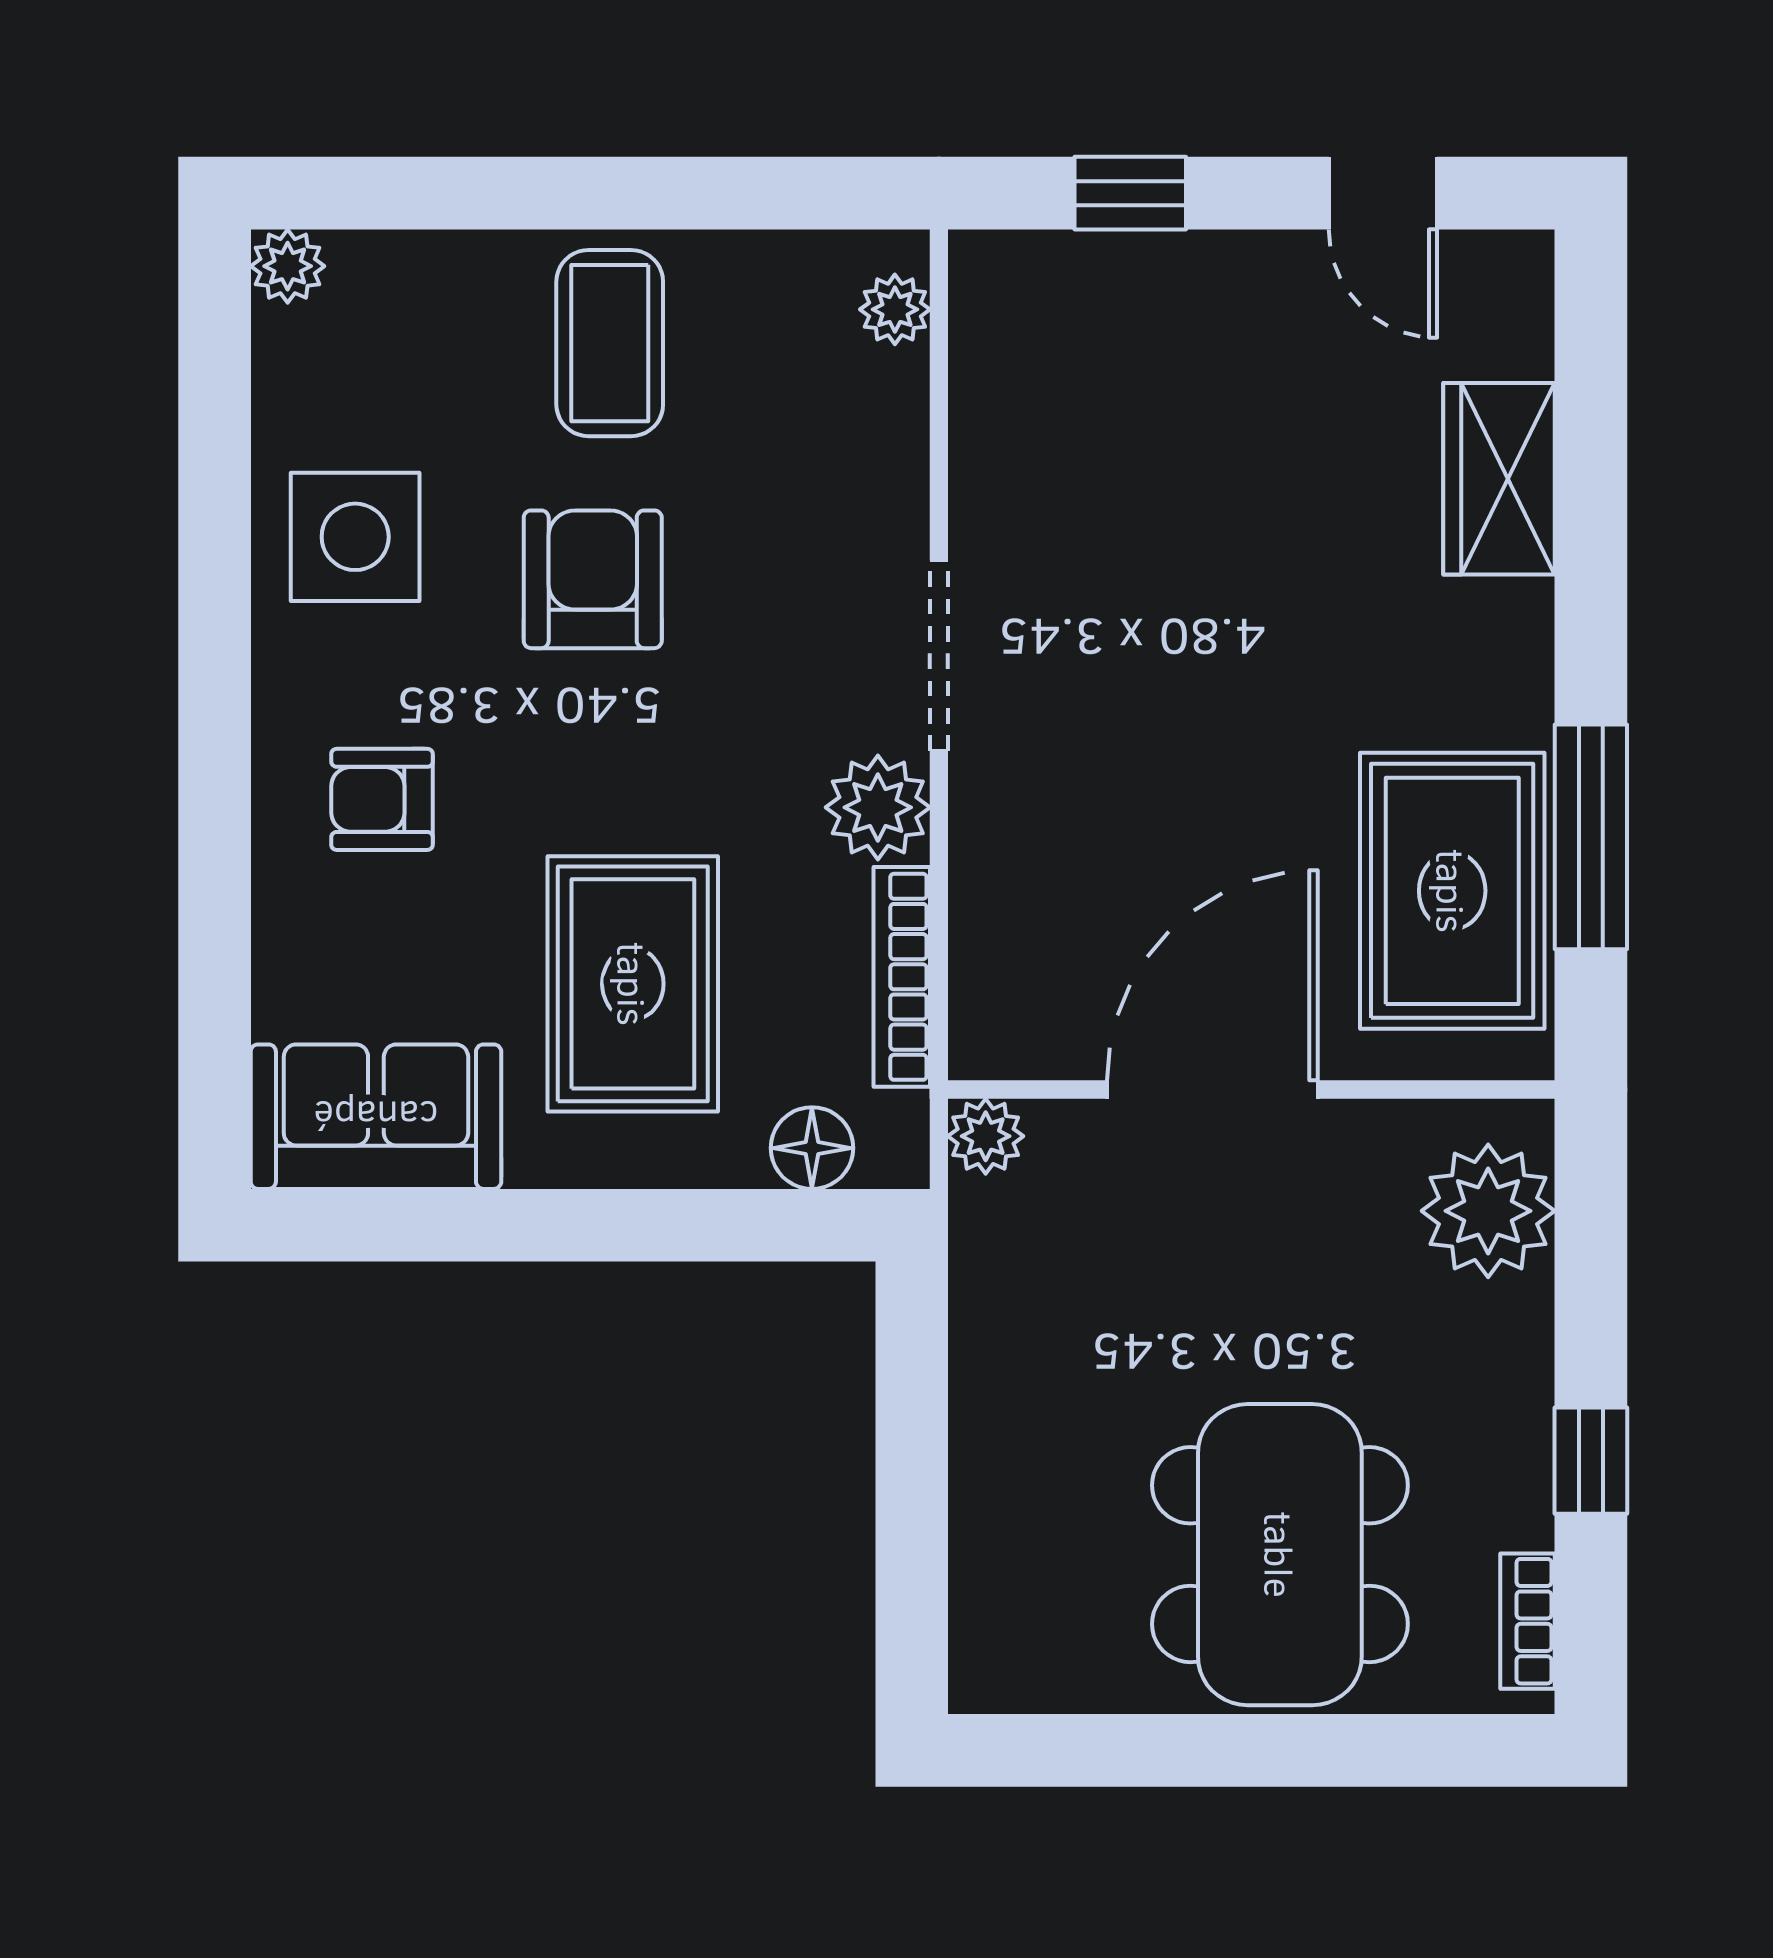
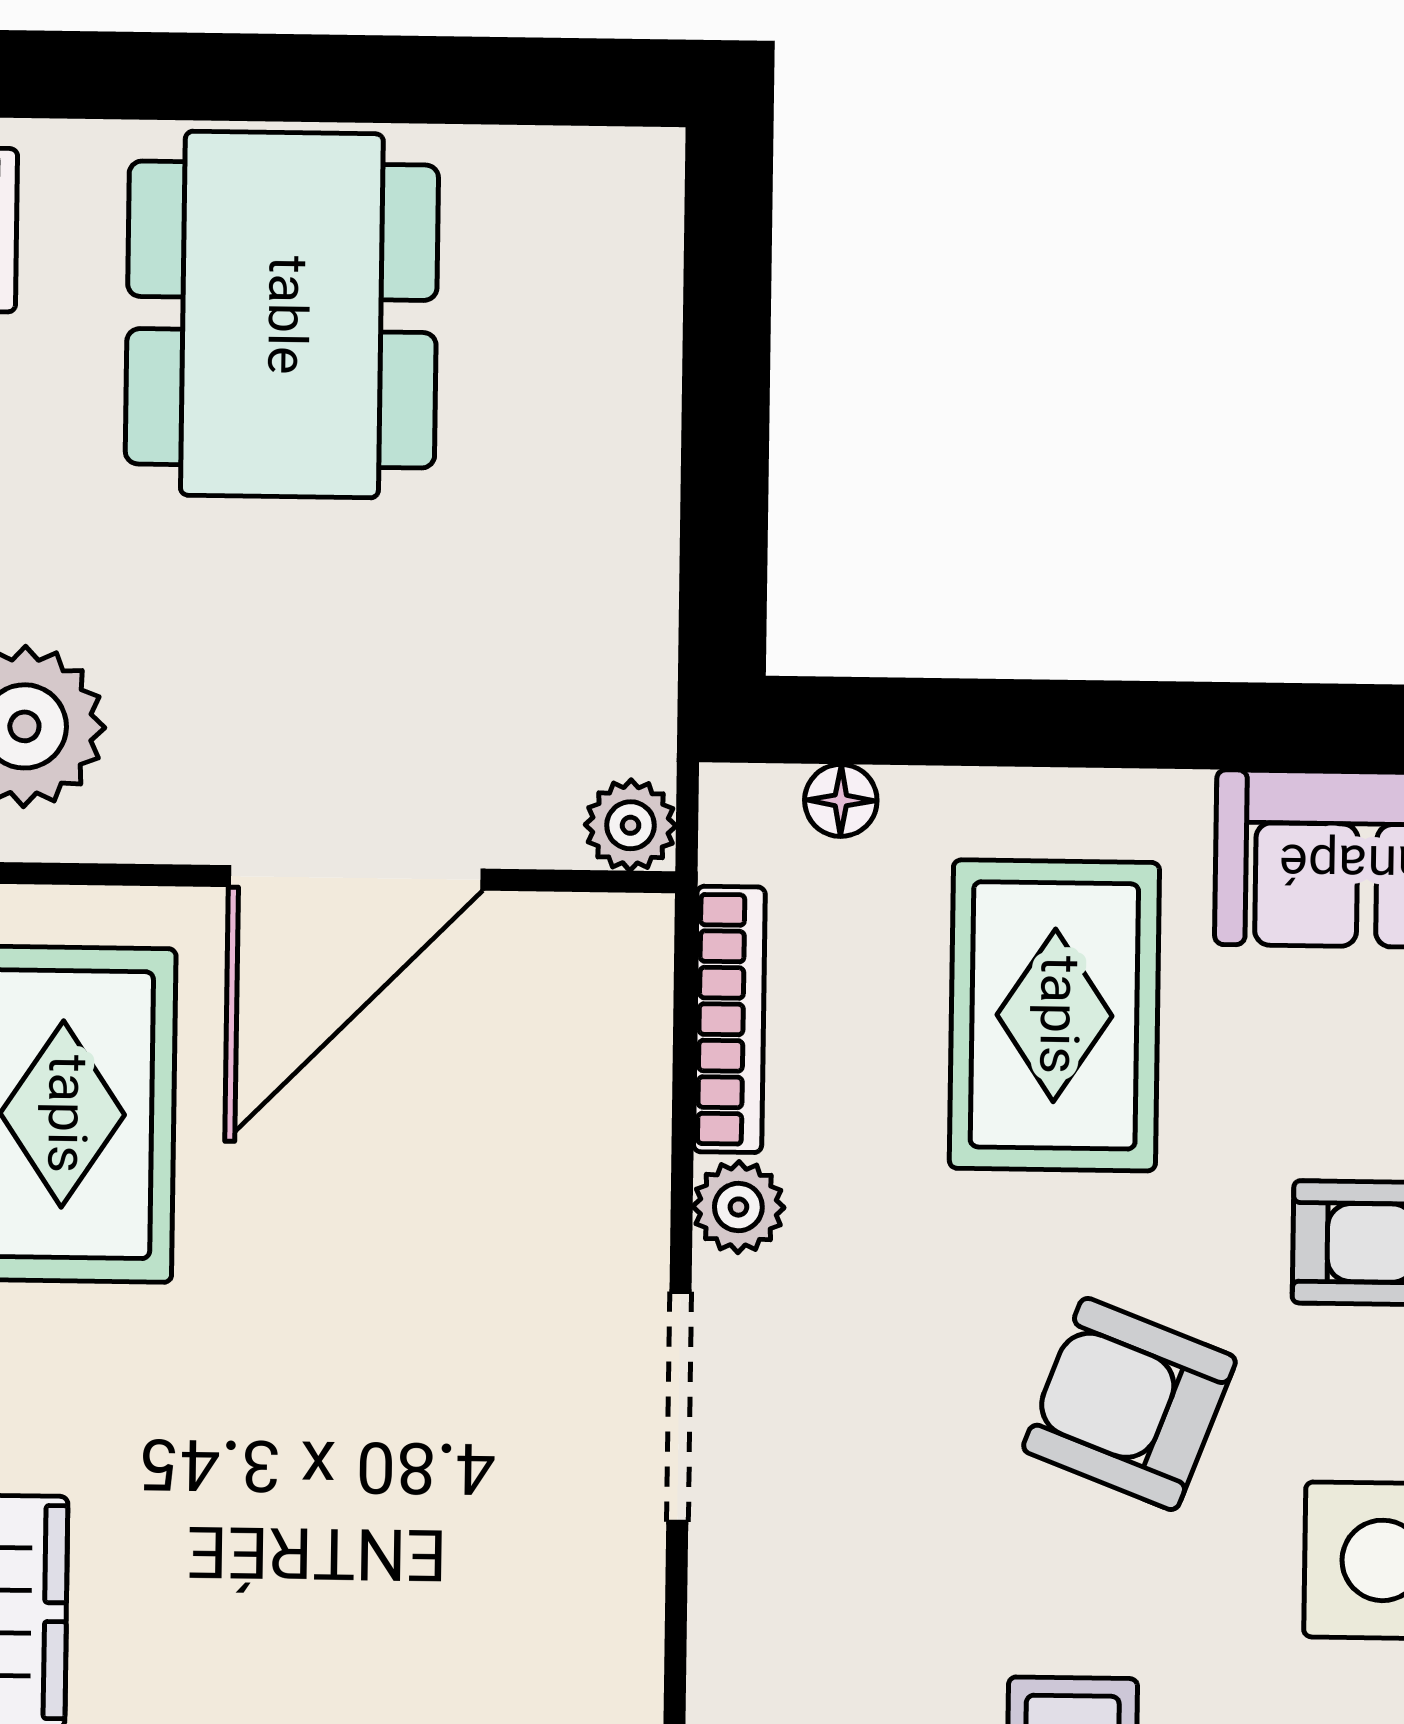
armchair: (593, 579) -> (1129, 1404), moved, turned 111
plant: (878, 807) -> (738, 1207), width x0.73, depth x0.73
floor lamp: (812, 1148) -> (841, 800), width x0.73, depth x0.73

